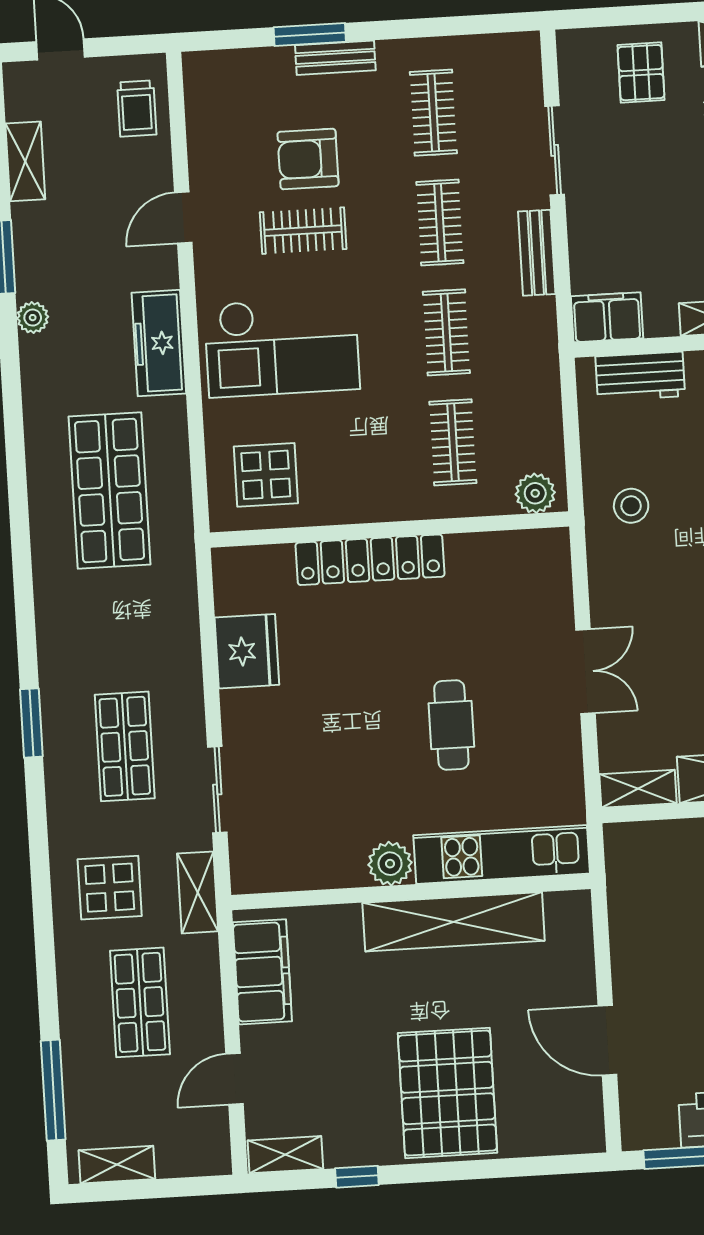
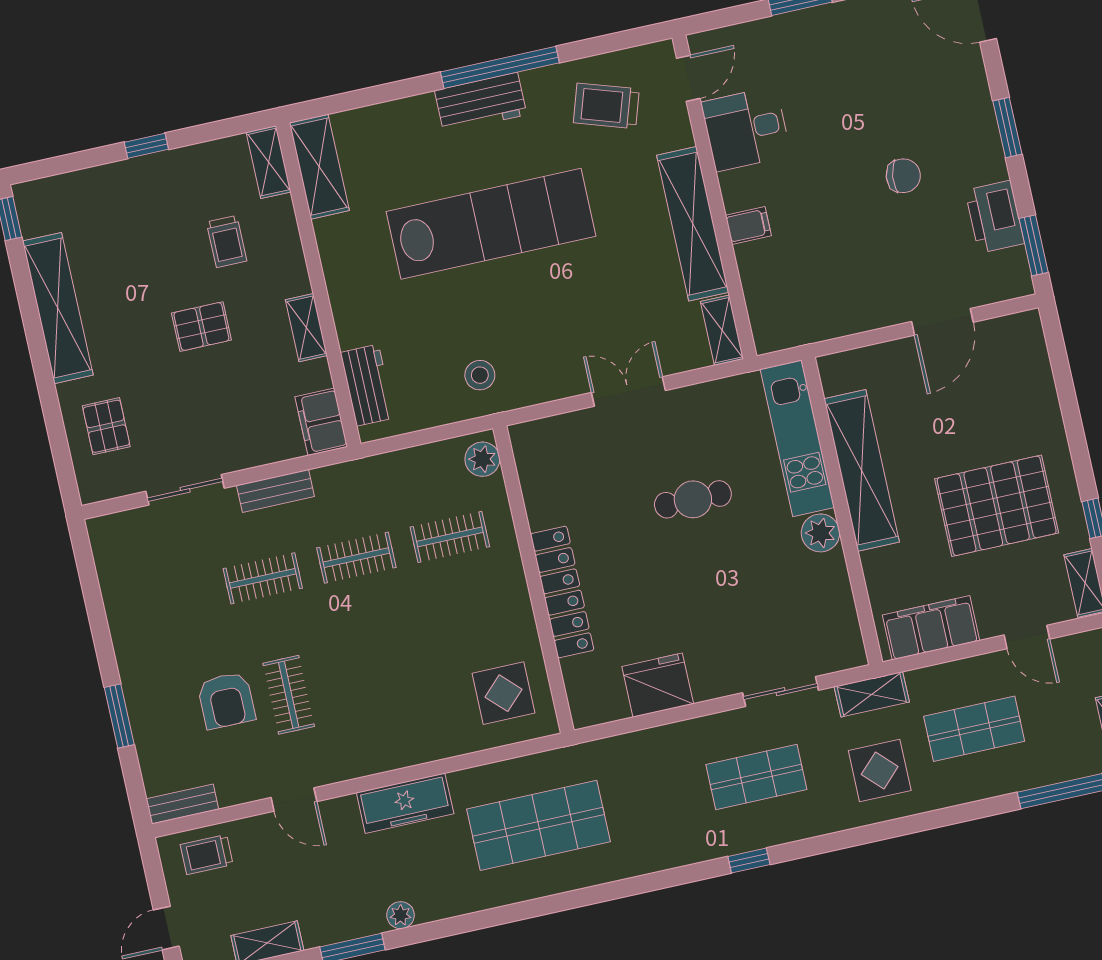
bench: (335, 58) -> (182, 804), moved, turned 90
pallet: (641, 73) -> (106, 426), turned 90
trolley: (137, 109) -> (207, 855), turned 180
clothes rail: (433, 113) -> (169, 599), removed
checkout: (282, 347) -> (391, 697), removed
window: (31, 723) -> (749, 860), width x0.67
pallet: (447, 1093) -> (997, 506), moved

